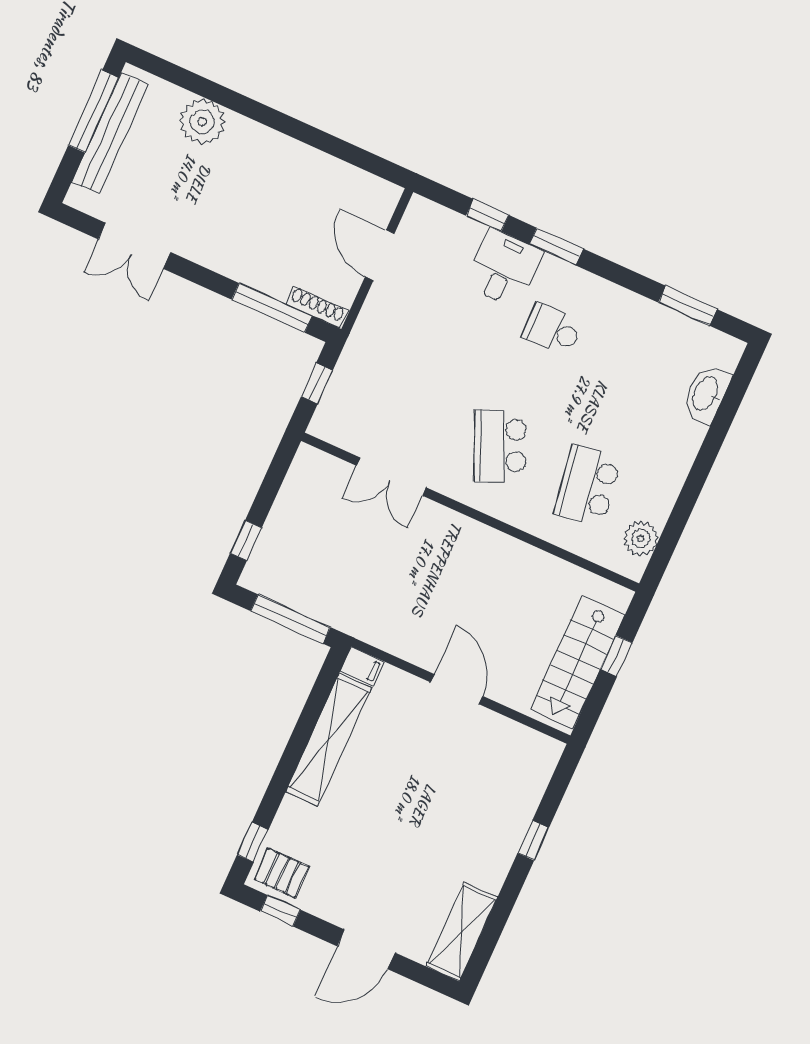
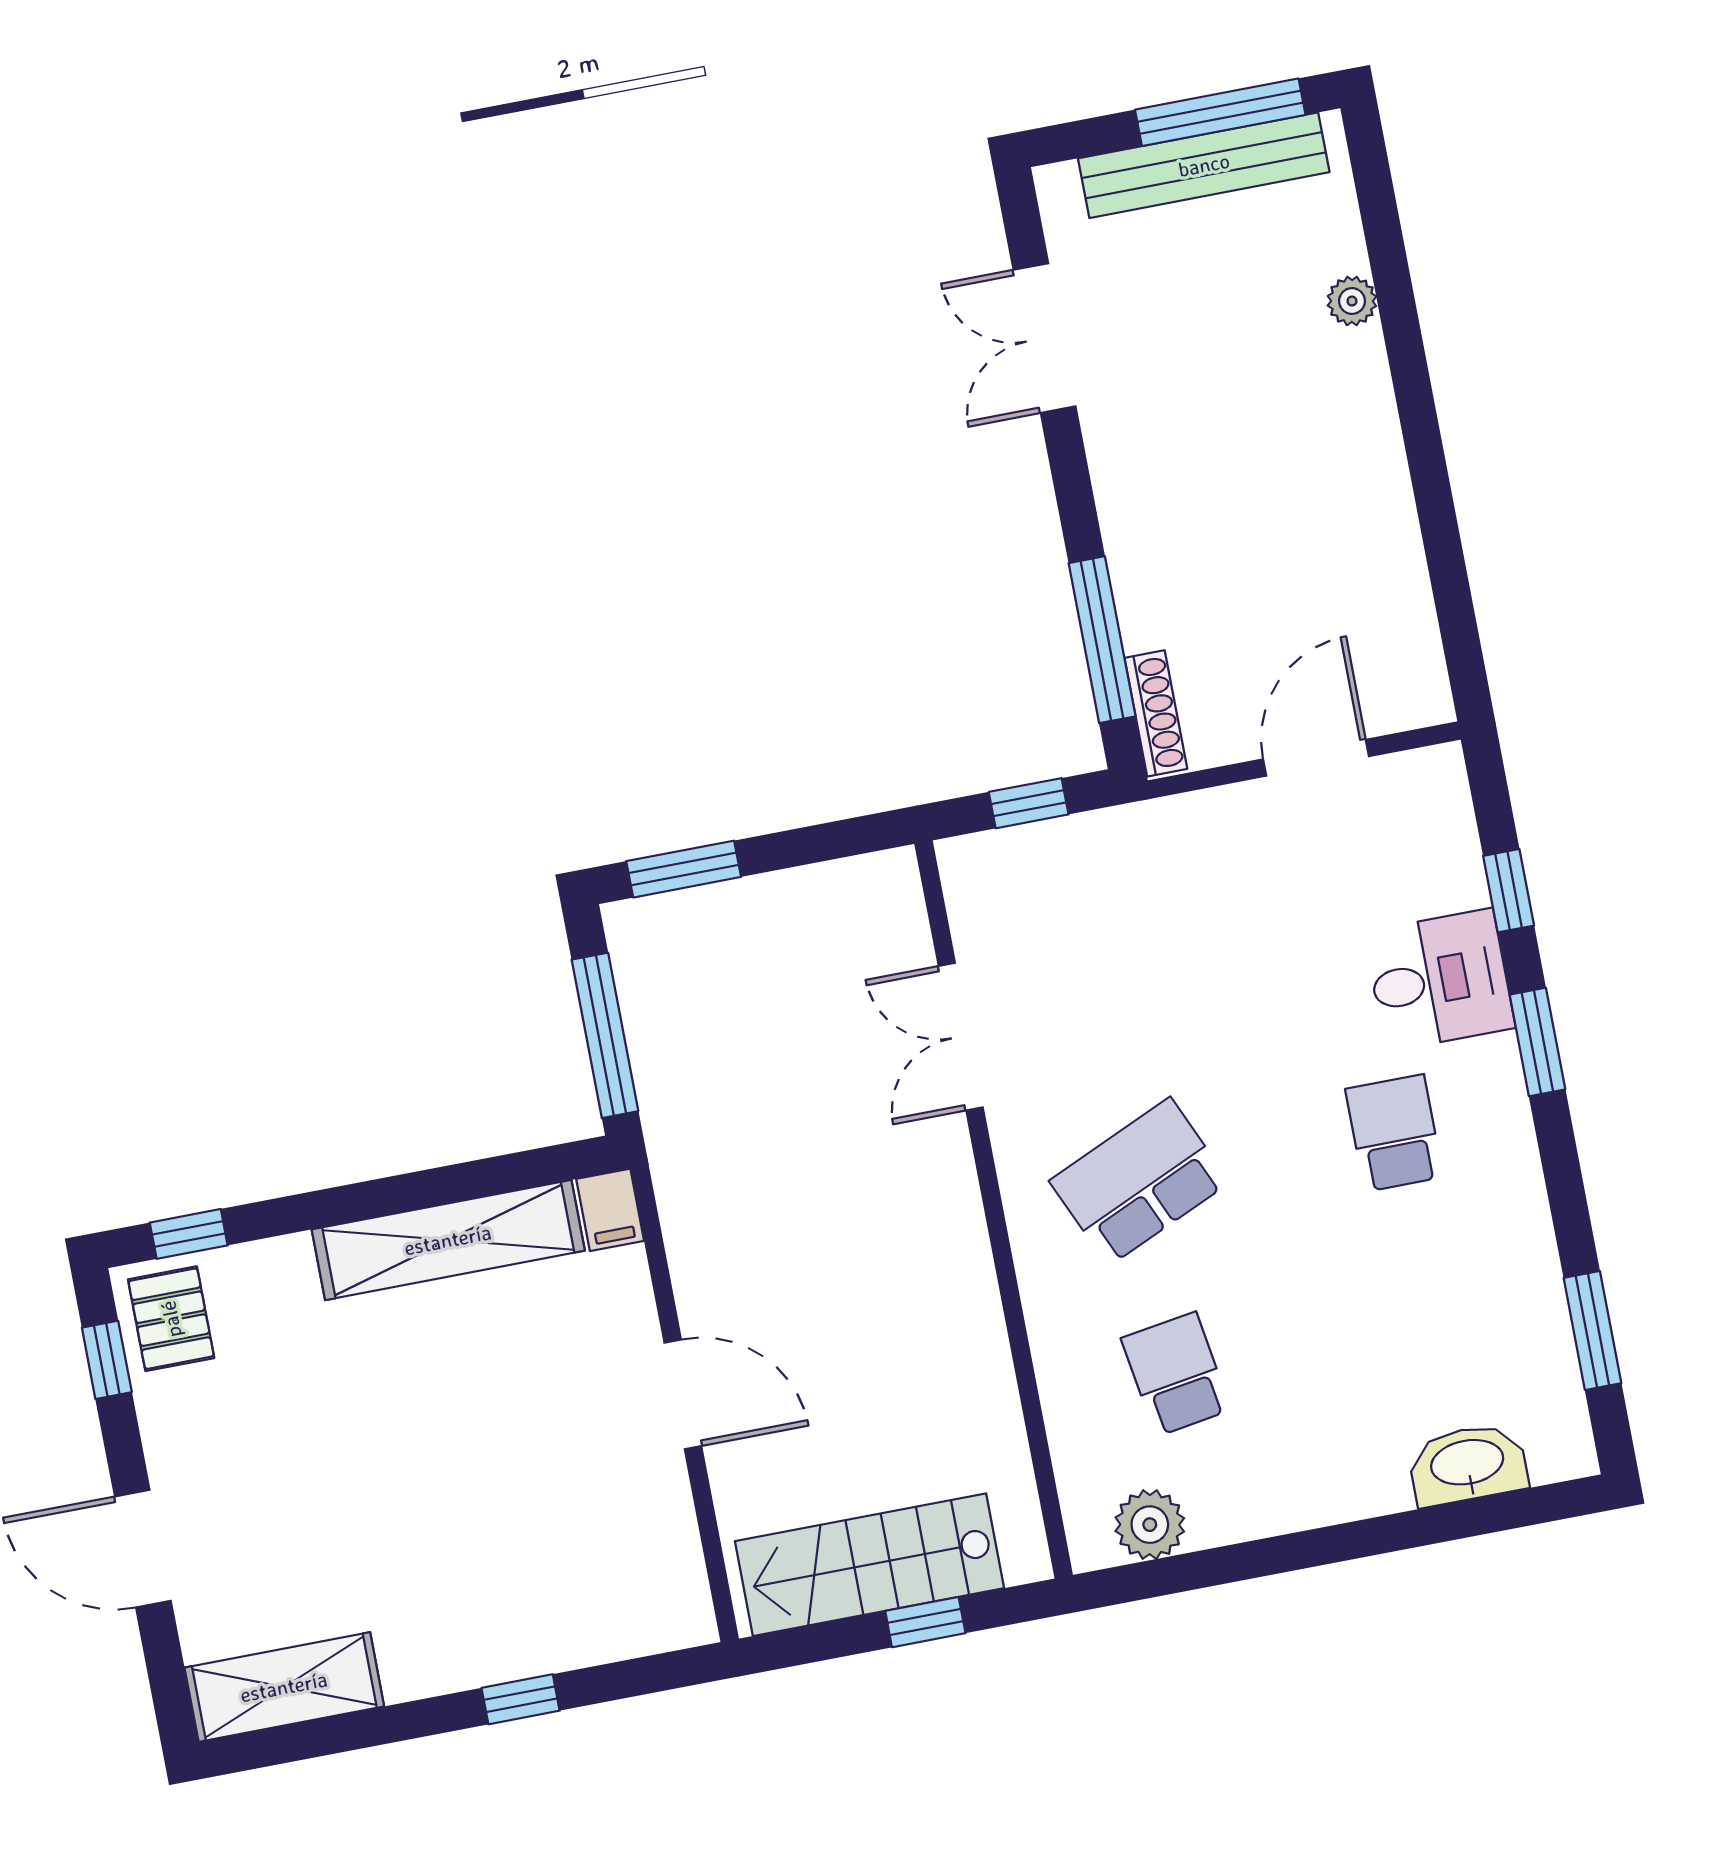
plant: (202, 122) -> (1352, 301), width x0.53, depth x0.53
school desk: (588, 485) -> (1176, 1374), width x0.54
window: (246, 541) -> (684, 869), width x1.50
door: (457, 689) -> (683, 1394), hinge flipped

